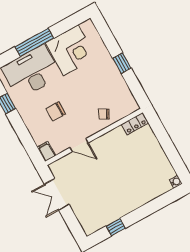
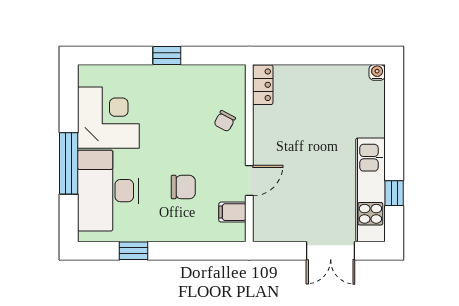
chair: (56, 111) -> (183, 187), turned -90
filing cabinet: (46, 151) -> (232, 212), moved
double door: (57, 194) -> (331, 251), moved
kitchen unit: (110, 213) -> (370, 190), added

